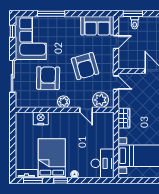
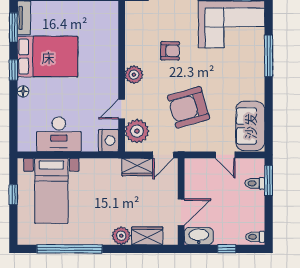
armchair: (48, 78) -> (170, 51), width x0.53, depth x0.53
nightstand: (41, 118) -> (108, 141), moved
wardrobe: (124, 118) -> (137, 167), moved
desk: (103, 163) -> (59, 134), moved
window: (142, 181) -> (13, 195), added

